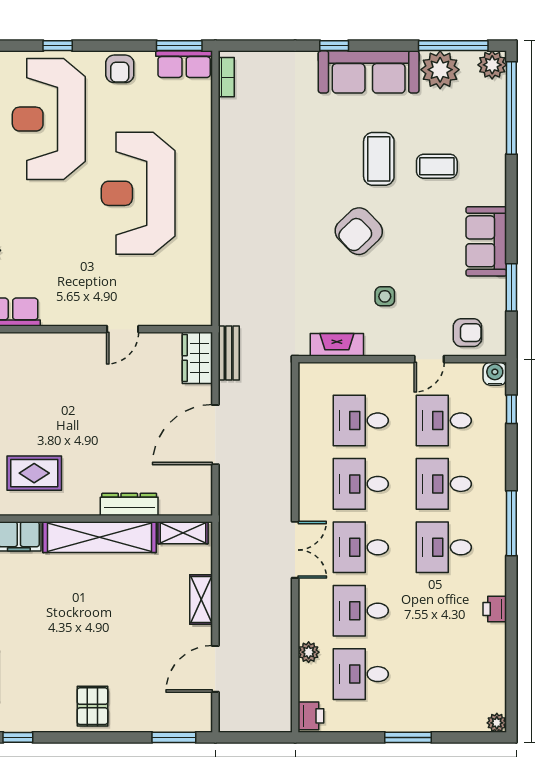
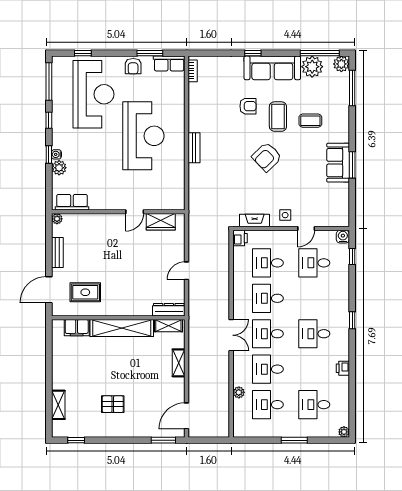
window: (58, 46) -> (83, 53), moved
window: (179, 46) -> (150, 53), moved
window: (511, 108) -> (352, 88), width x0.68
reception desk: (49, 119) -> (93, 94), turned 180
reception desk: (138, 193) -> (143, 136), turned 180
window: (511, 287) -> (352, 165), moved
side table: (385, 296) -> (285, 215), moved
armchair: (467, 333) -> (248, 106), moved
bench: (229, 353) -> (194, 148), moved
wardrobe: (197, 358) -> (161, 222), moved, turned -90
door: (215, 435) -> (187, 271), width x0.53
desk: (444, 484) -> (314, 405), moved
dresser: (129, 504) -> (169, 310), moved
window: (511, 523) -> (352, 320), width x0.46
door: (215, 669) -> (187, 416), moved
pallet: (92, 706) -> (113, 404), moved, turned 90
printer: (311, 716) -> (240, 238), moved

